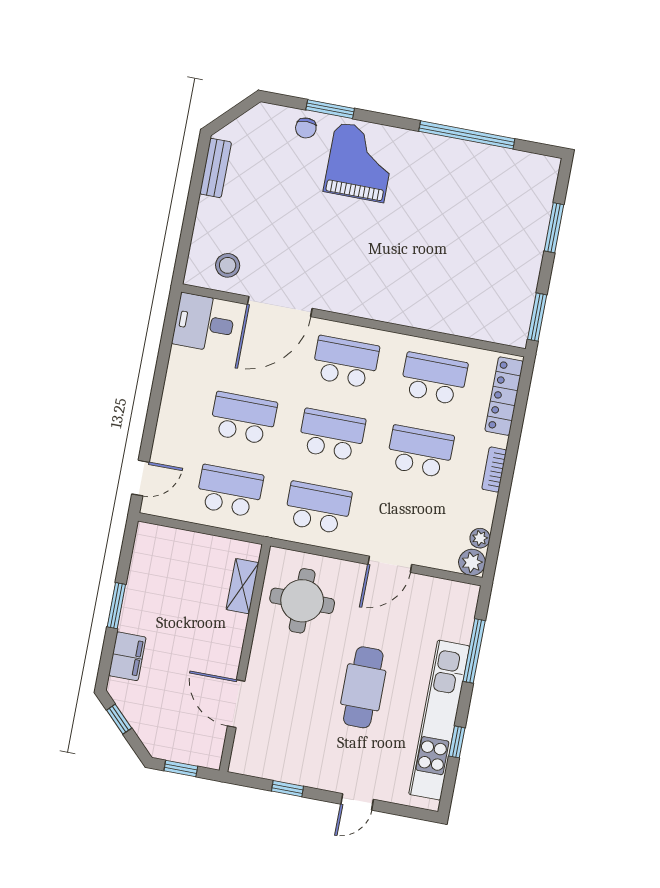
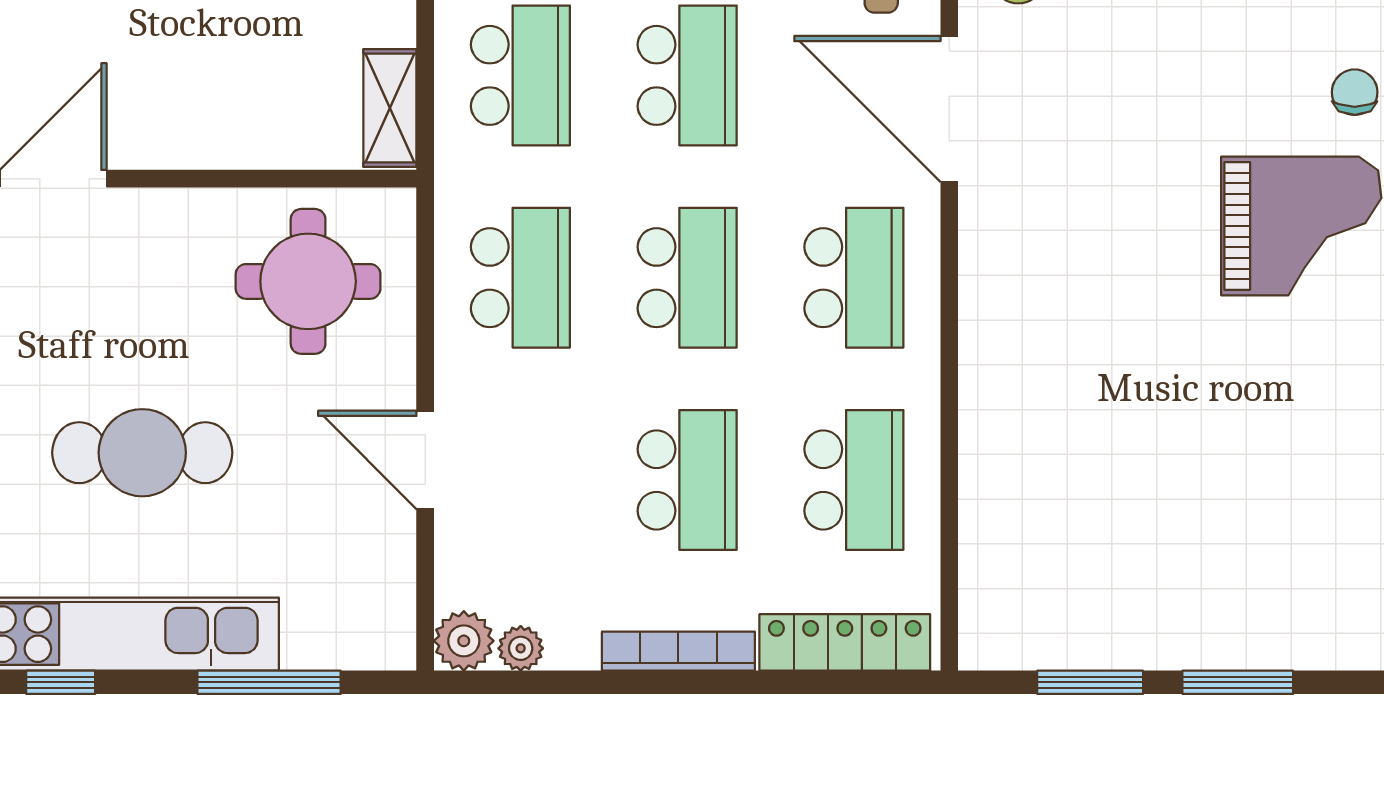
chair: (306, 128) -> (1355, 92), turned 90
window: (537, 317) -> (1090, 682), moved
bookcase: (494, 470) -> (678, 651), width x1.56
shelving: (242, 586) -> (390, 108), moved, turned 90

